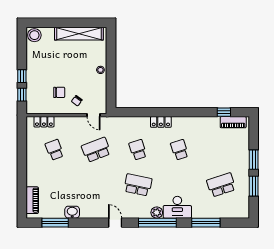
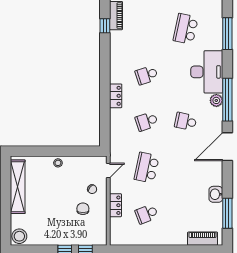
locker: (44, 122) -> (115, 205), moved
school desk: (96, 150) -> (147, 168), turned 33
school desk: (138, 185) -> (186, 121), width x0.54
school desk: (221, 185) -> (186, 29), turned 30
desk: (177, 207) -> (207, 72), width x1.36, depth x1.30
door: (115, 223) -> (227, 147), width x1.88
window: (206, 223) -> (227, 34), moved

